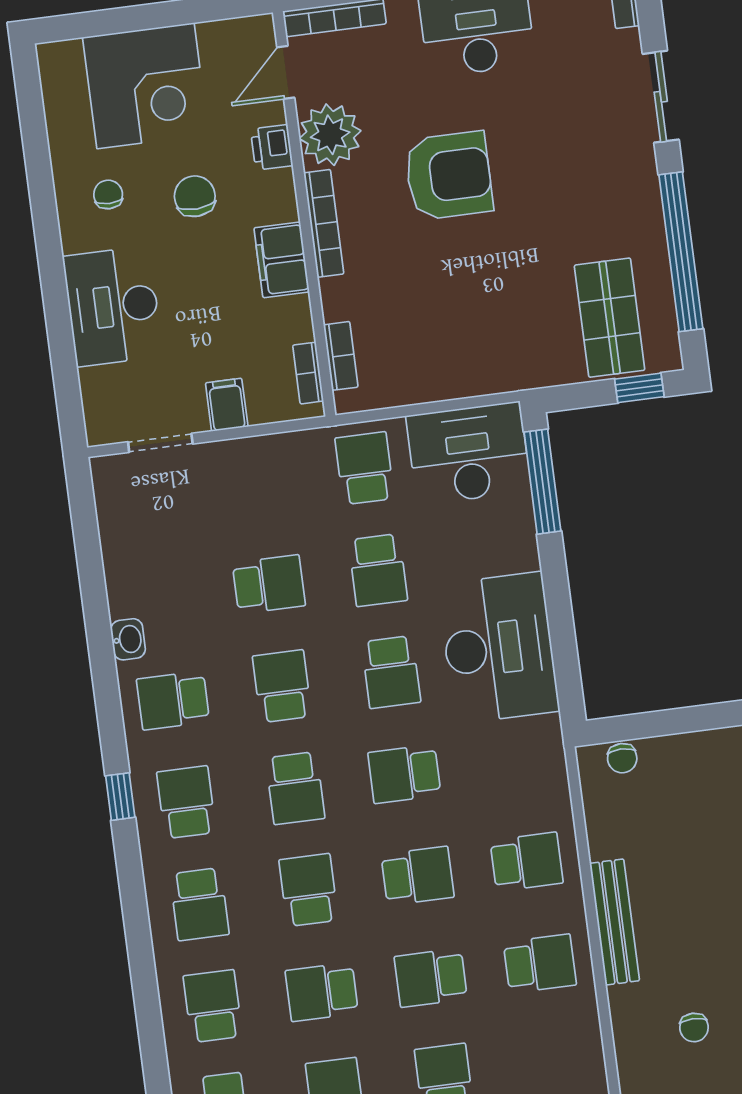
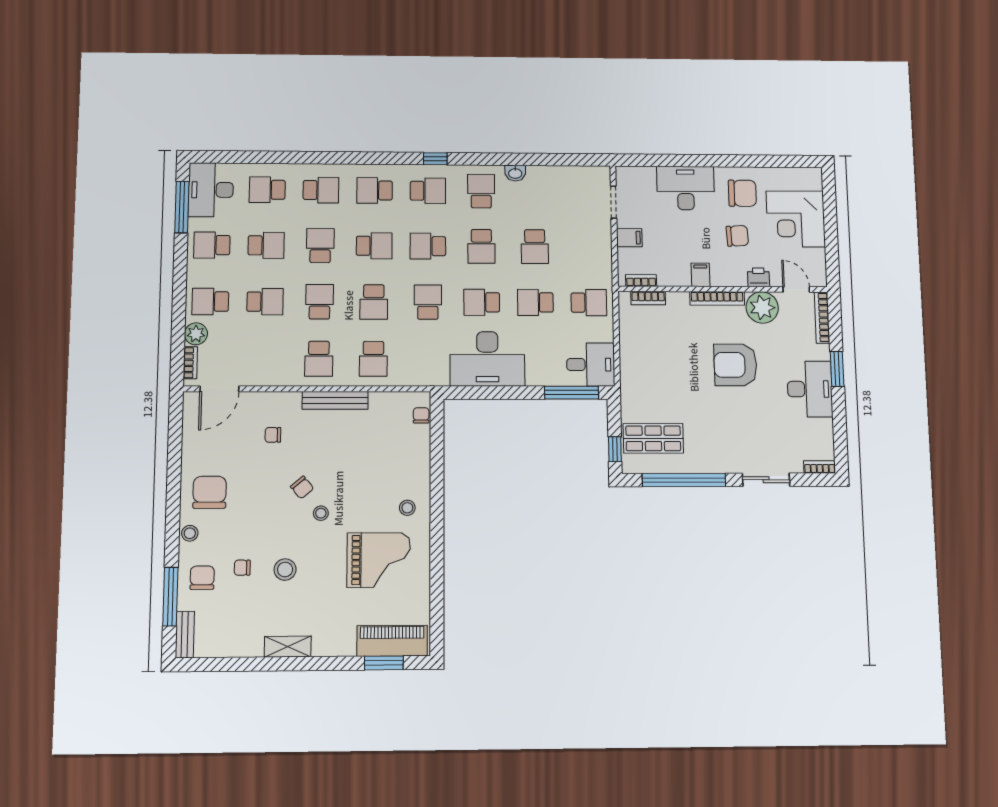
armchair: (449, 176) -> (735, 365), turned 90
chair: (108, 194) -> (742, 193), width x1.87, depth x1.87
filing cabinet: (282, 260) -> (701, 275), width x0.50
desk: (469, 453) -> (591, 365), width x0.73
school desk: (282, 686) -> (481, 246), turned 90
chair: (622, 758) -> (421, 415), turned 90

